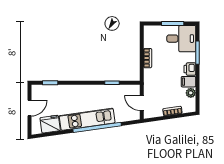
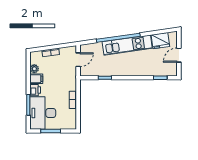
desk: (181, 39) -> (43, 113), width x1.37
door: (142, 103) -> (78, 60), hinge flipped

